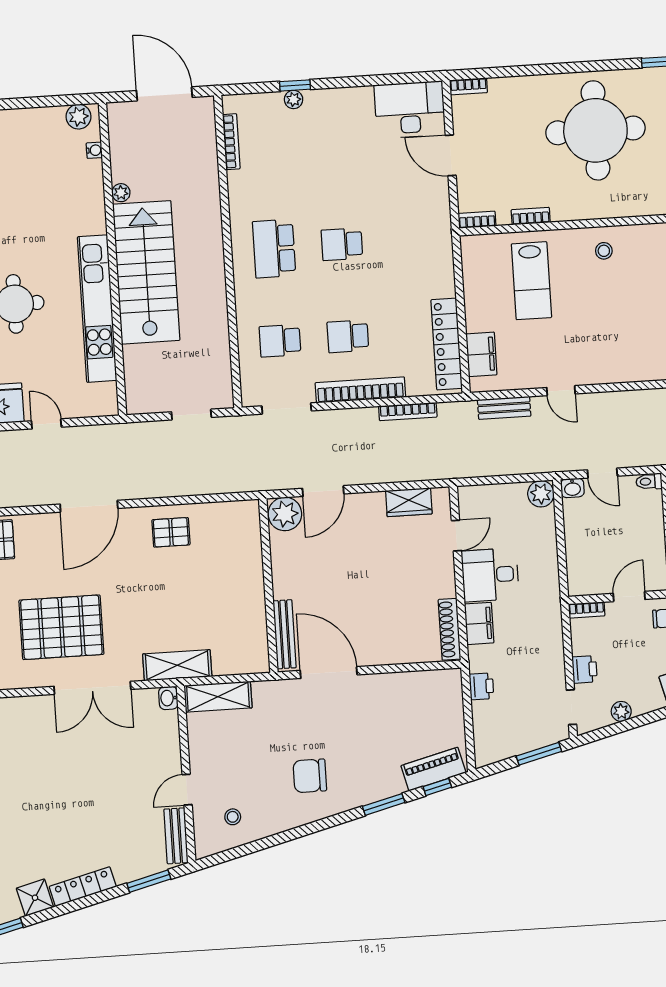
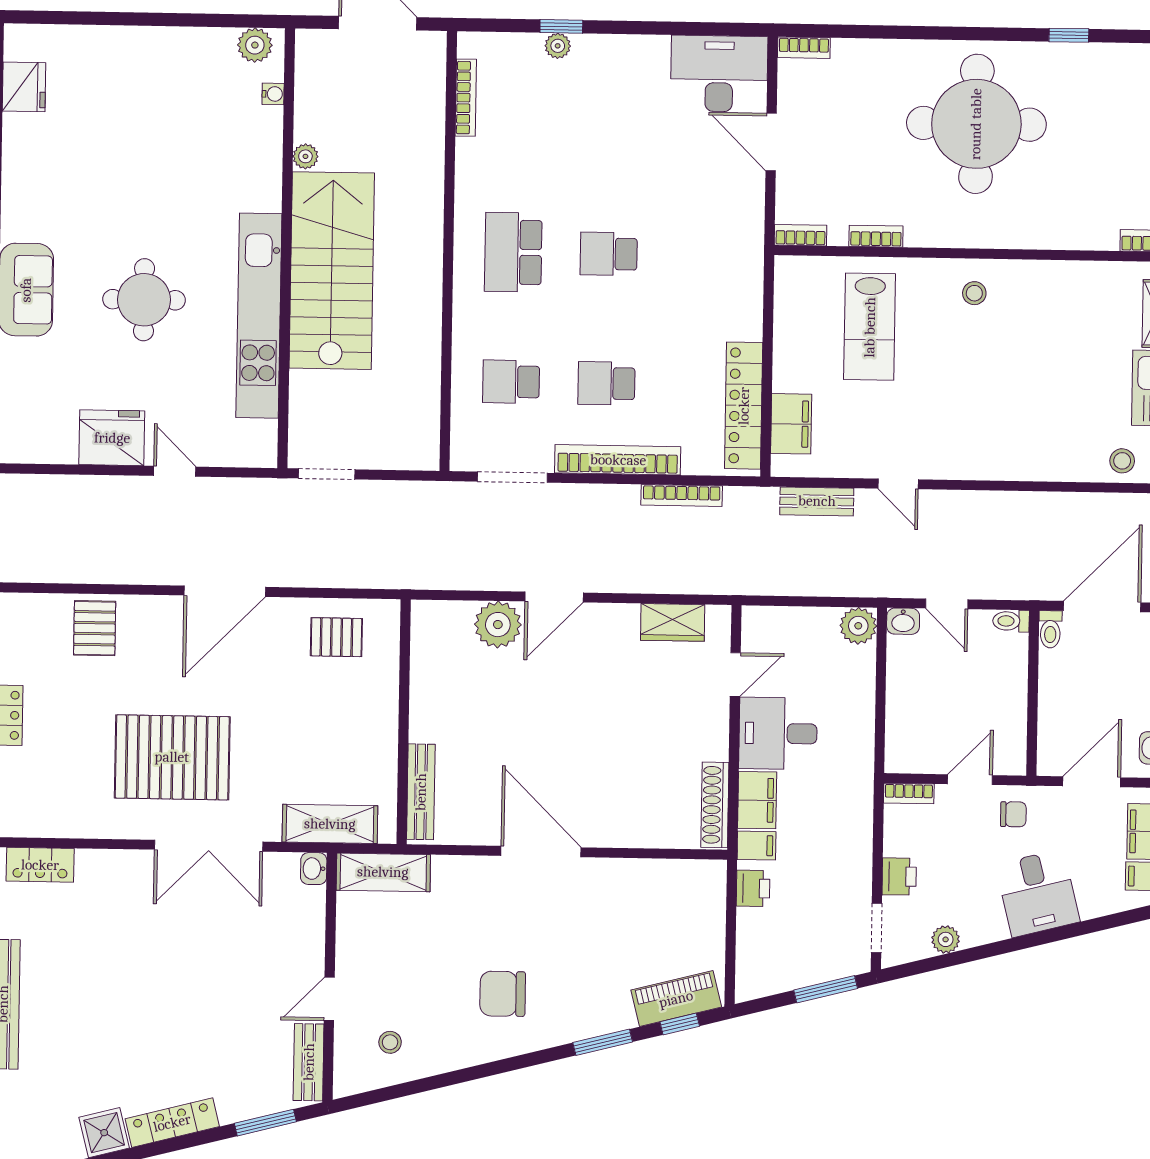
doorway: (191, 415) -> (327, 474), moved
wall: (268, 586) -> (404, 722), moved
bench: (285, 634) -> (421, 792), moved
filing cabinet: (481, 656) -> (756, 846), added

